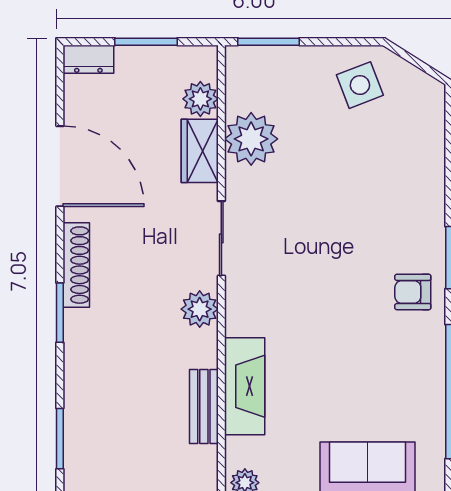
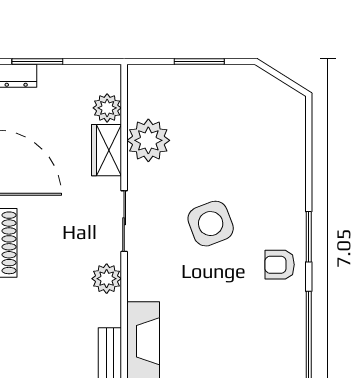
window: (146, 42) -> (37, 62), moved
window: (268, 42) -> (199, 62), moved
side table: (360, 85) -> (211, 224), moved, width x1.37, depth x1.37

